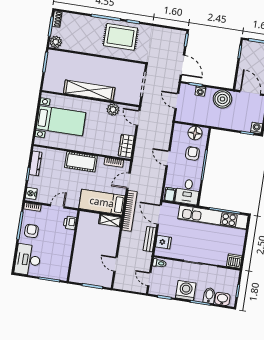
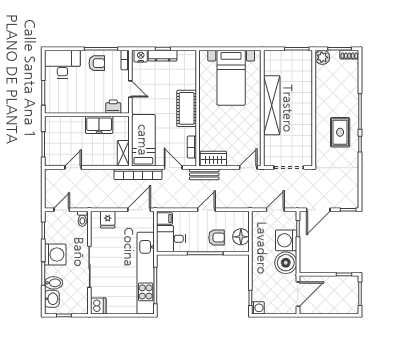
rug: (121, 37) -> (340, 132), width x0.73, depth x0.70
washing machine: (200, 91) -> (286, 240), width x1.89, depth x1.89
plant: (113, 110) -> (254, 136), removed
dresser: (35, 163) -> (163, 56), moved
freezer: (83, 237) -> (99, 125), added
bench: (150, 239) -> (204, 174), moved

